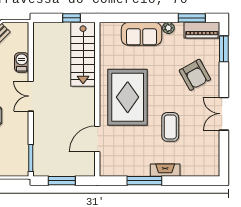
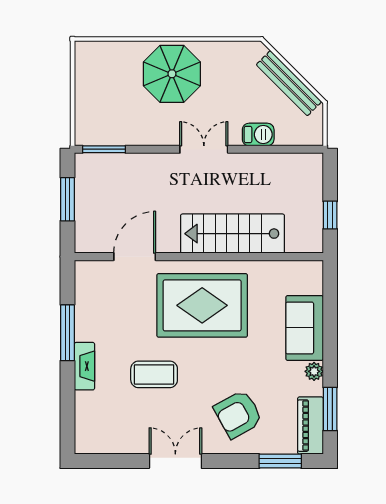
stairs: (83, 54) -> (232, 234), moved
door: (97, 139) -> (135, 257), hinge flipped

